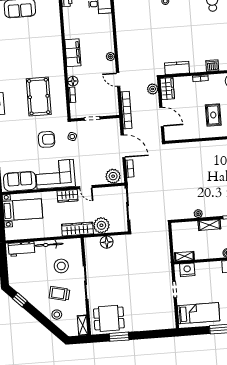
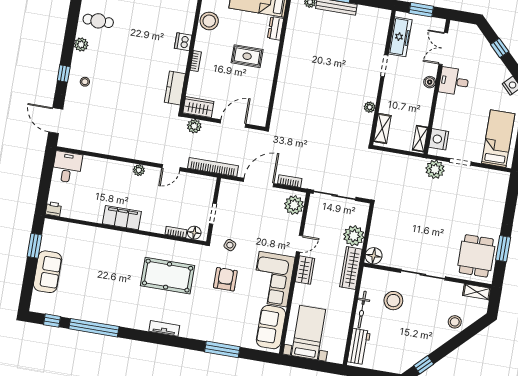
floor lamp: (73, 81) -> (194, 233), moved
shelving: (209, 225) -> (382, 129), moved
floor lamp: (107, 242) -> (374, 256), moved
plant: (165, 273) -> (435, 169), added
trolley: (59, 294) -> (428, 312), removed

